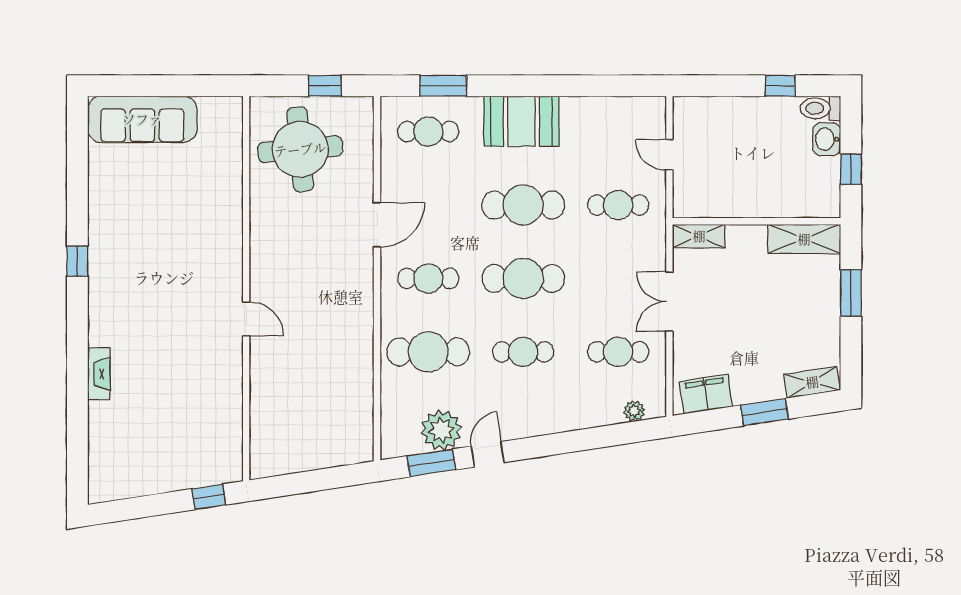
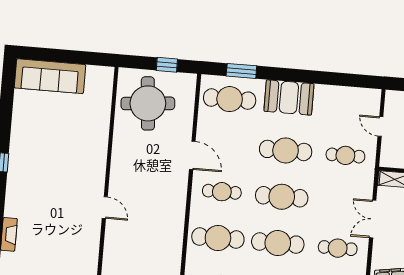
cafe table: (428, 132) -> (230, 99), width x1.37, depth x1.35
door: (377, 225) -> (192, 155), hinge flipped
cafe table: (523, 352) -> (278, 243), width x1.37, depth x1.35

